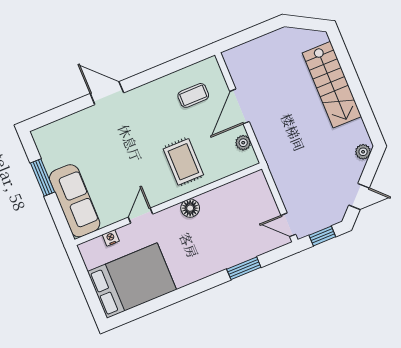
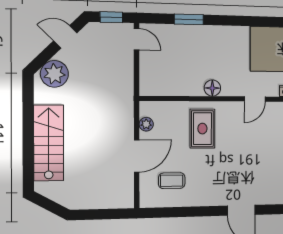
plant: (363, 152) -> (54, 74), width x1.87, depth x1.87

